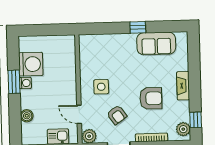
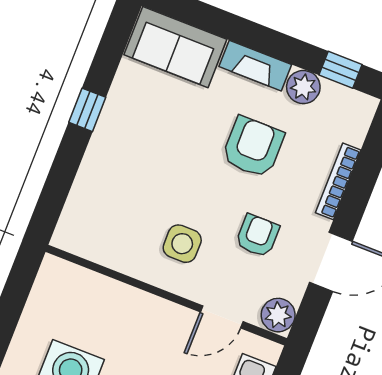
sofa: (156, 43) -> (175, 47), moved, turned 90
armchair: (117, 115) -> (257, 236), turned -55
plant: (183, 129) -> (303, 87), moved

